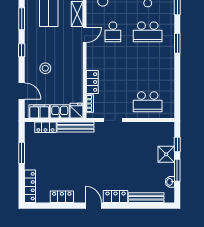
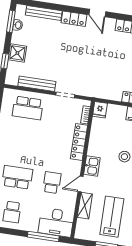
locker: (92, 82) -> (79, 142), width x1.53
school desk: (148, 102) -> (28, 108), turned 180
kitchen sink: (60, 111) -> (92, 166), moved, turned -90
bench: (75, 127) -> (37, 84), moved
window: (177, 170) -> (11, 21), moved

